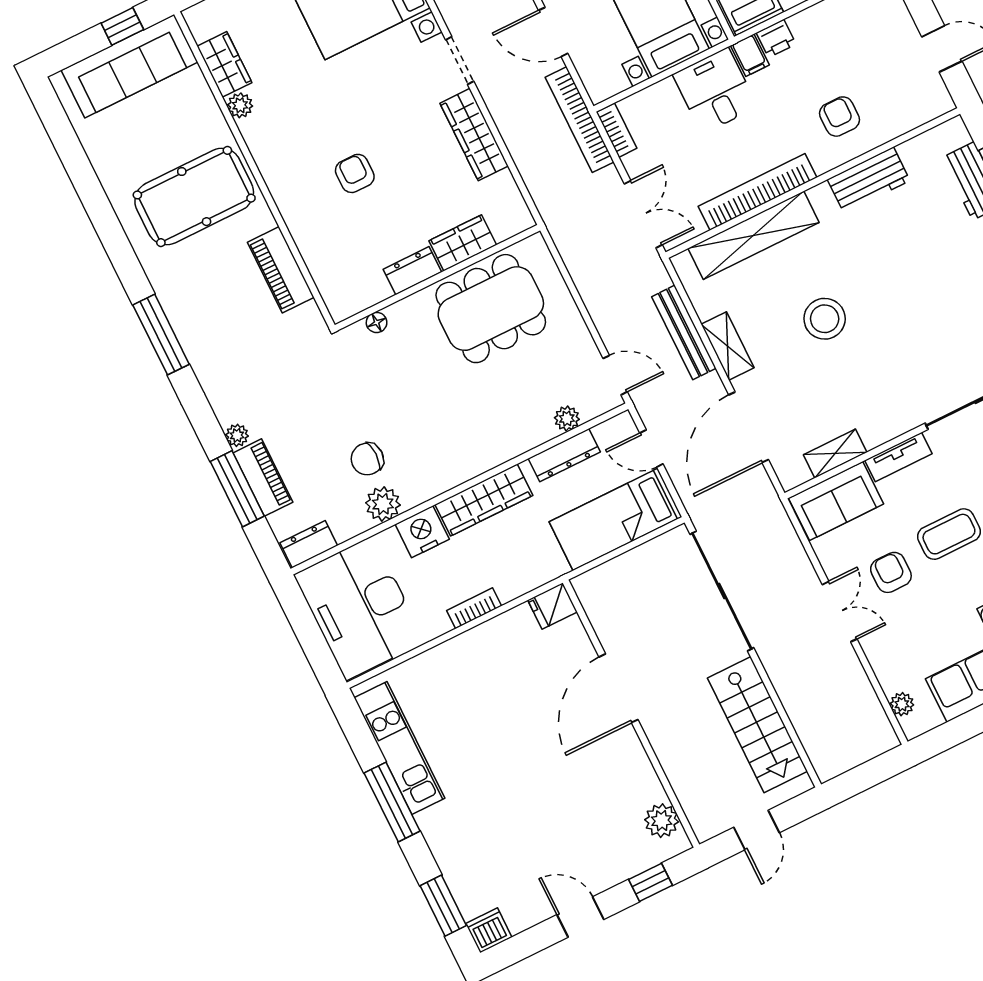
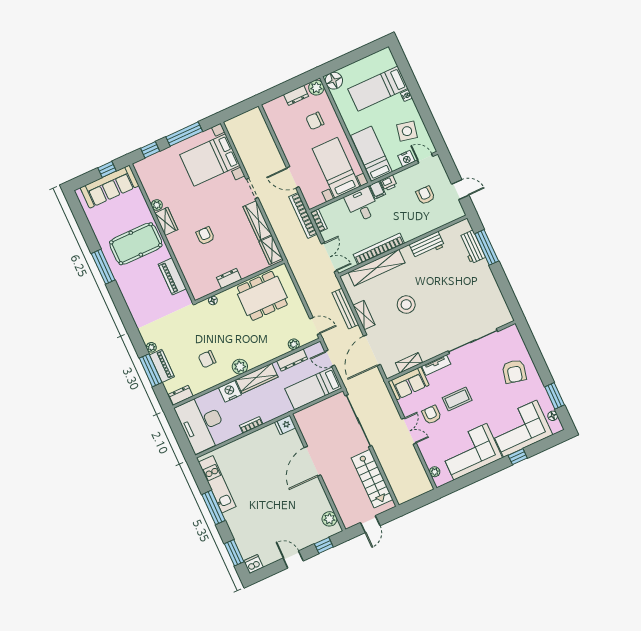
wardrobe: (224, 64) -> (166, 221), moved
armchair: (840, 117) -> (425, 195), moved
wardrobe: (463, 243) -> (271, 250), moved, turned -90
window: (161, 335) -> (103, 267), moved
plant: (383, 504) -> (240, 367), moved

